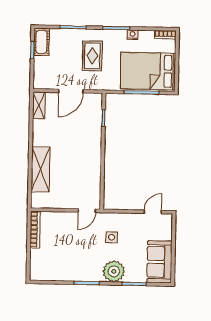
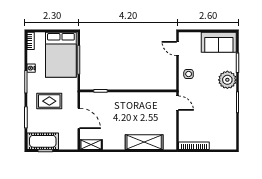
cot: (41, 42) -> (43, 141), width x1.37, depth x1.34
side table: (112, 237) -> (189, 74), moved

